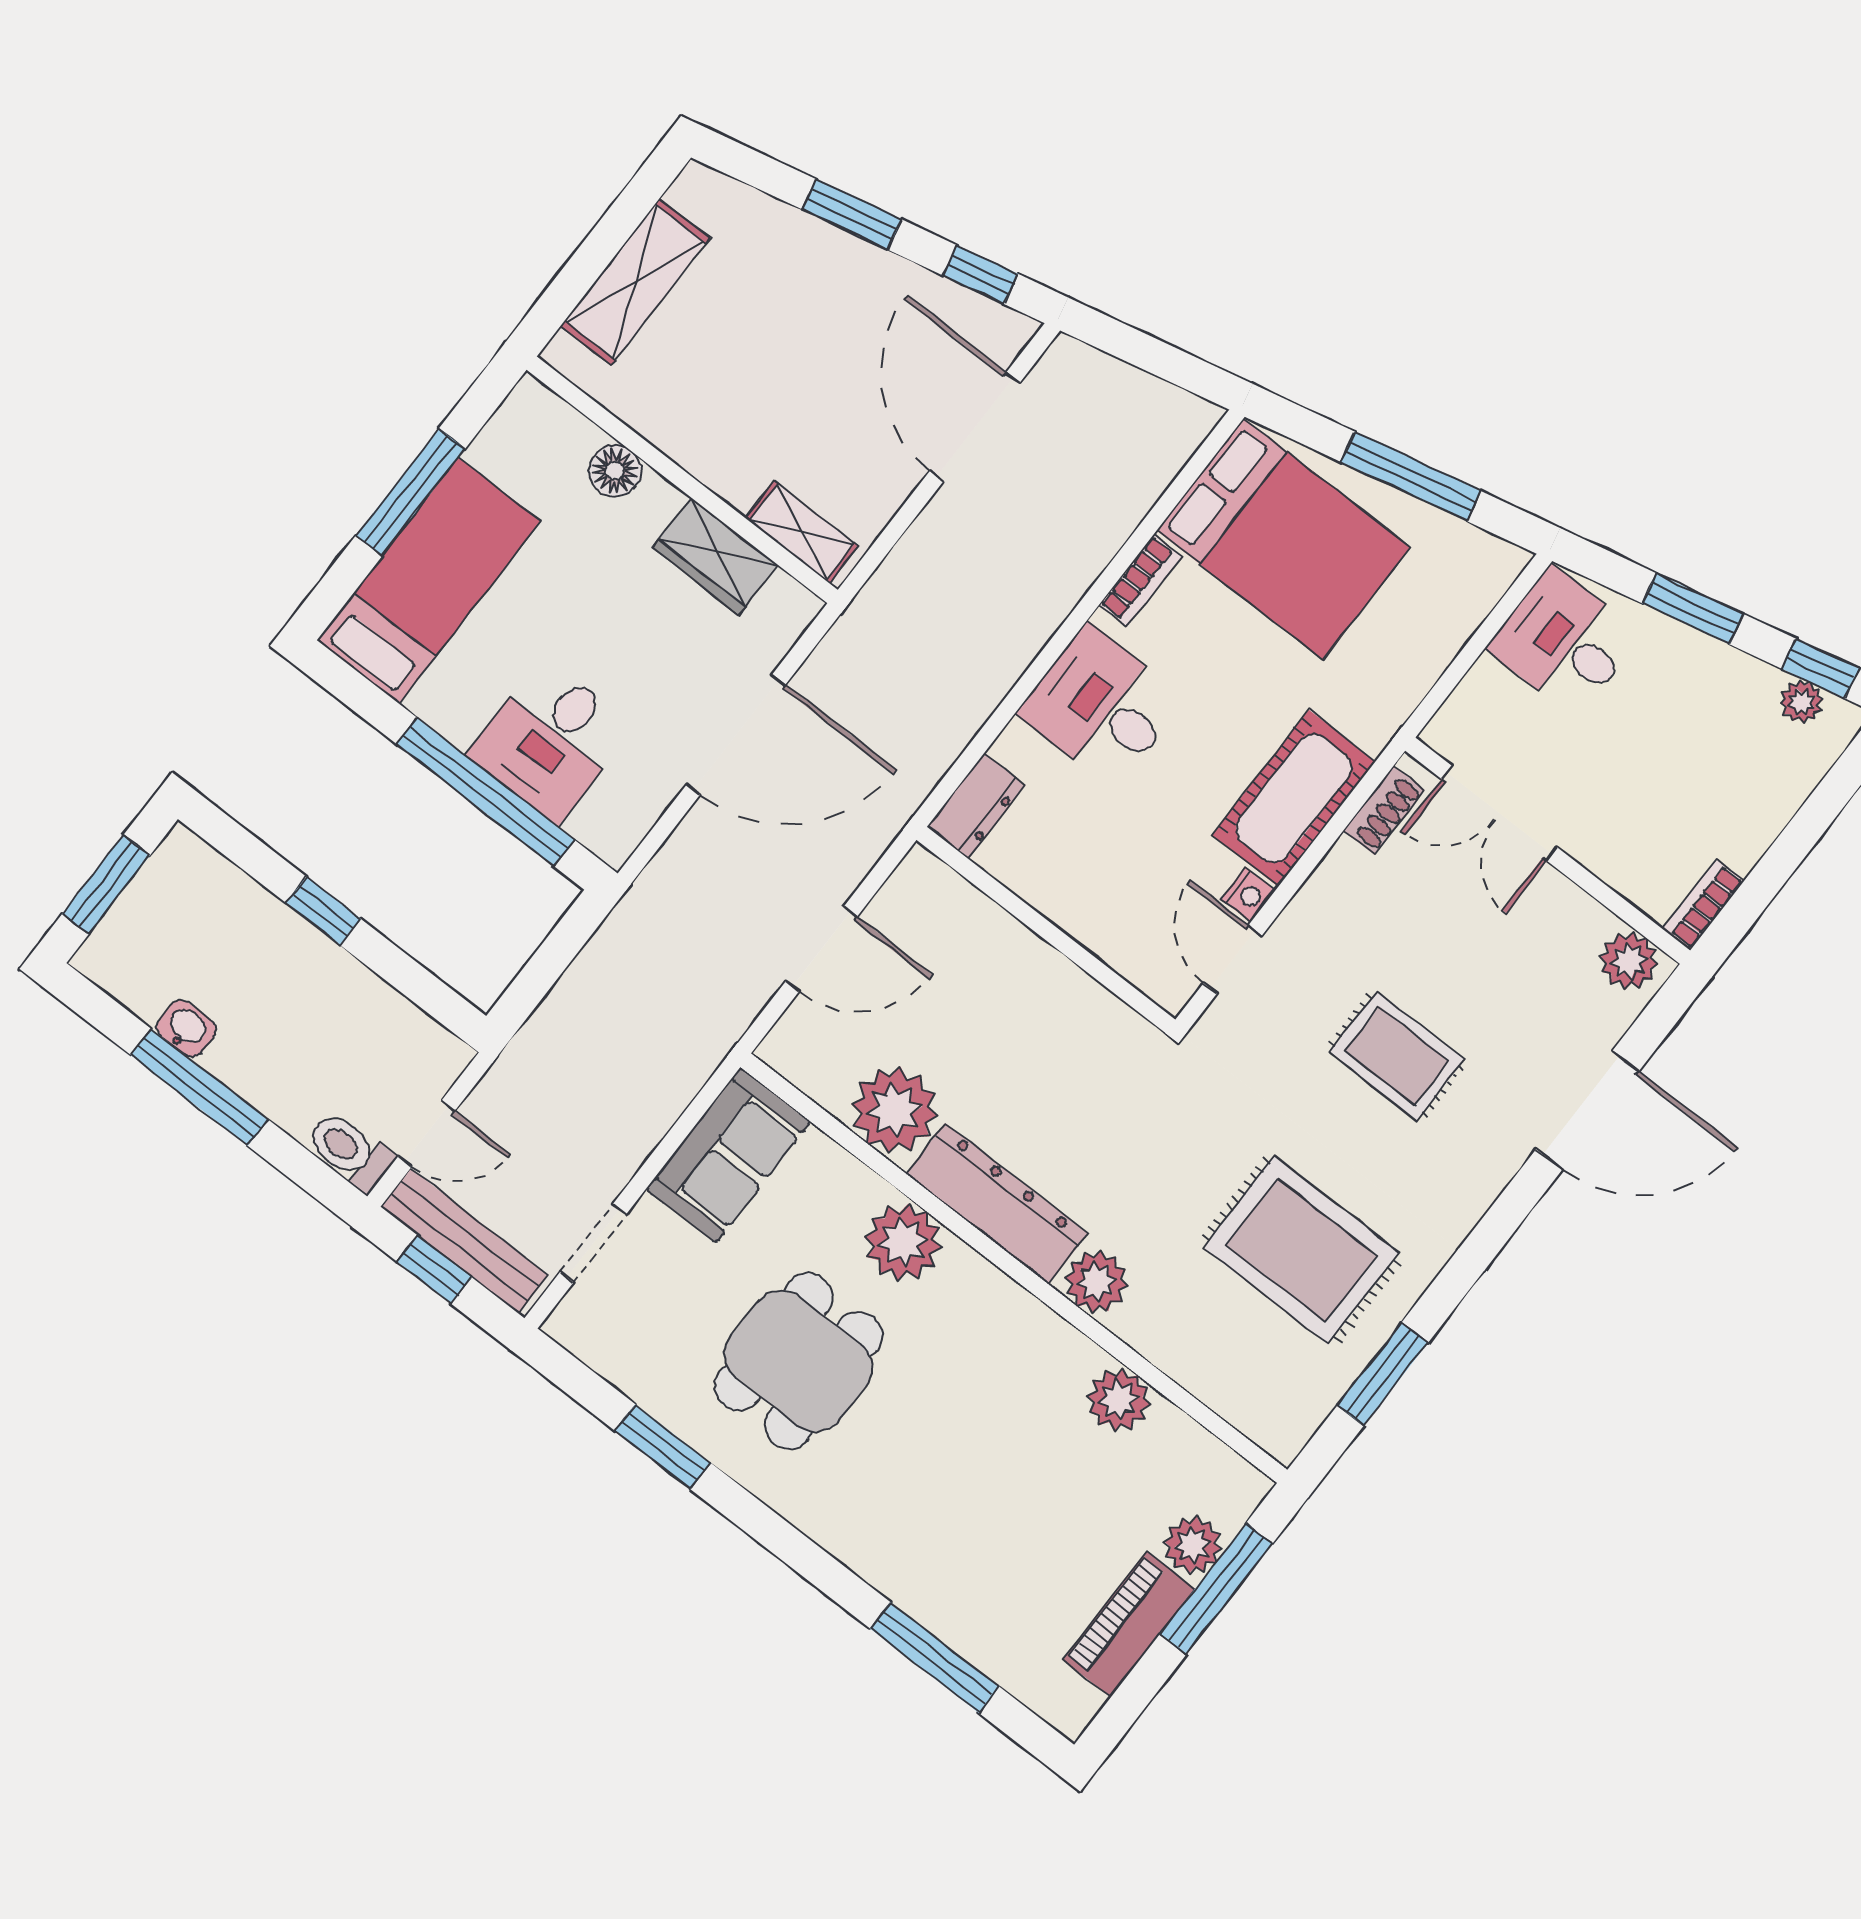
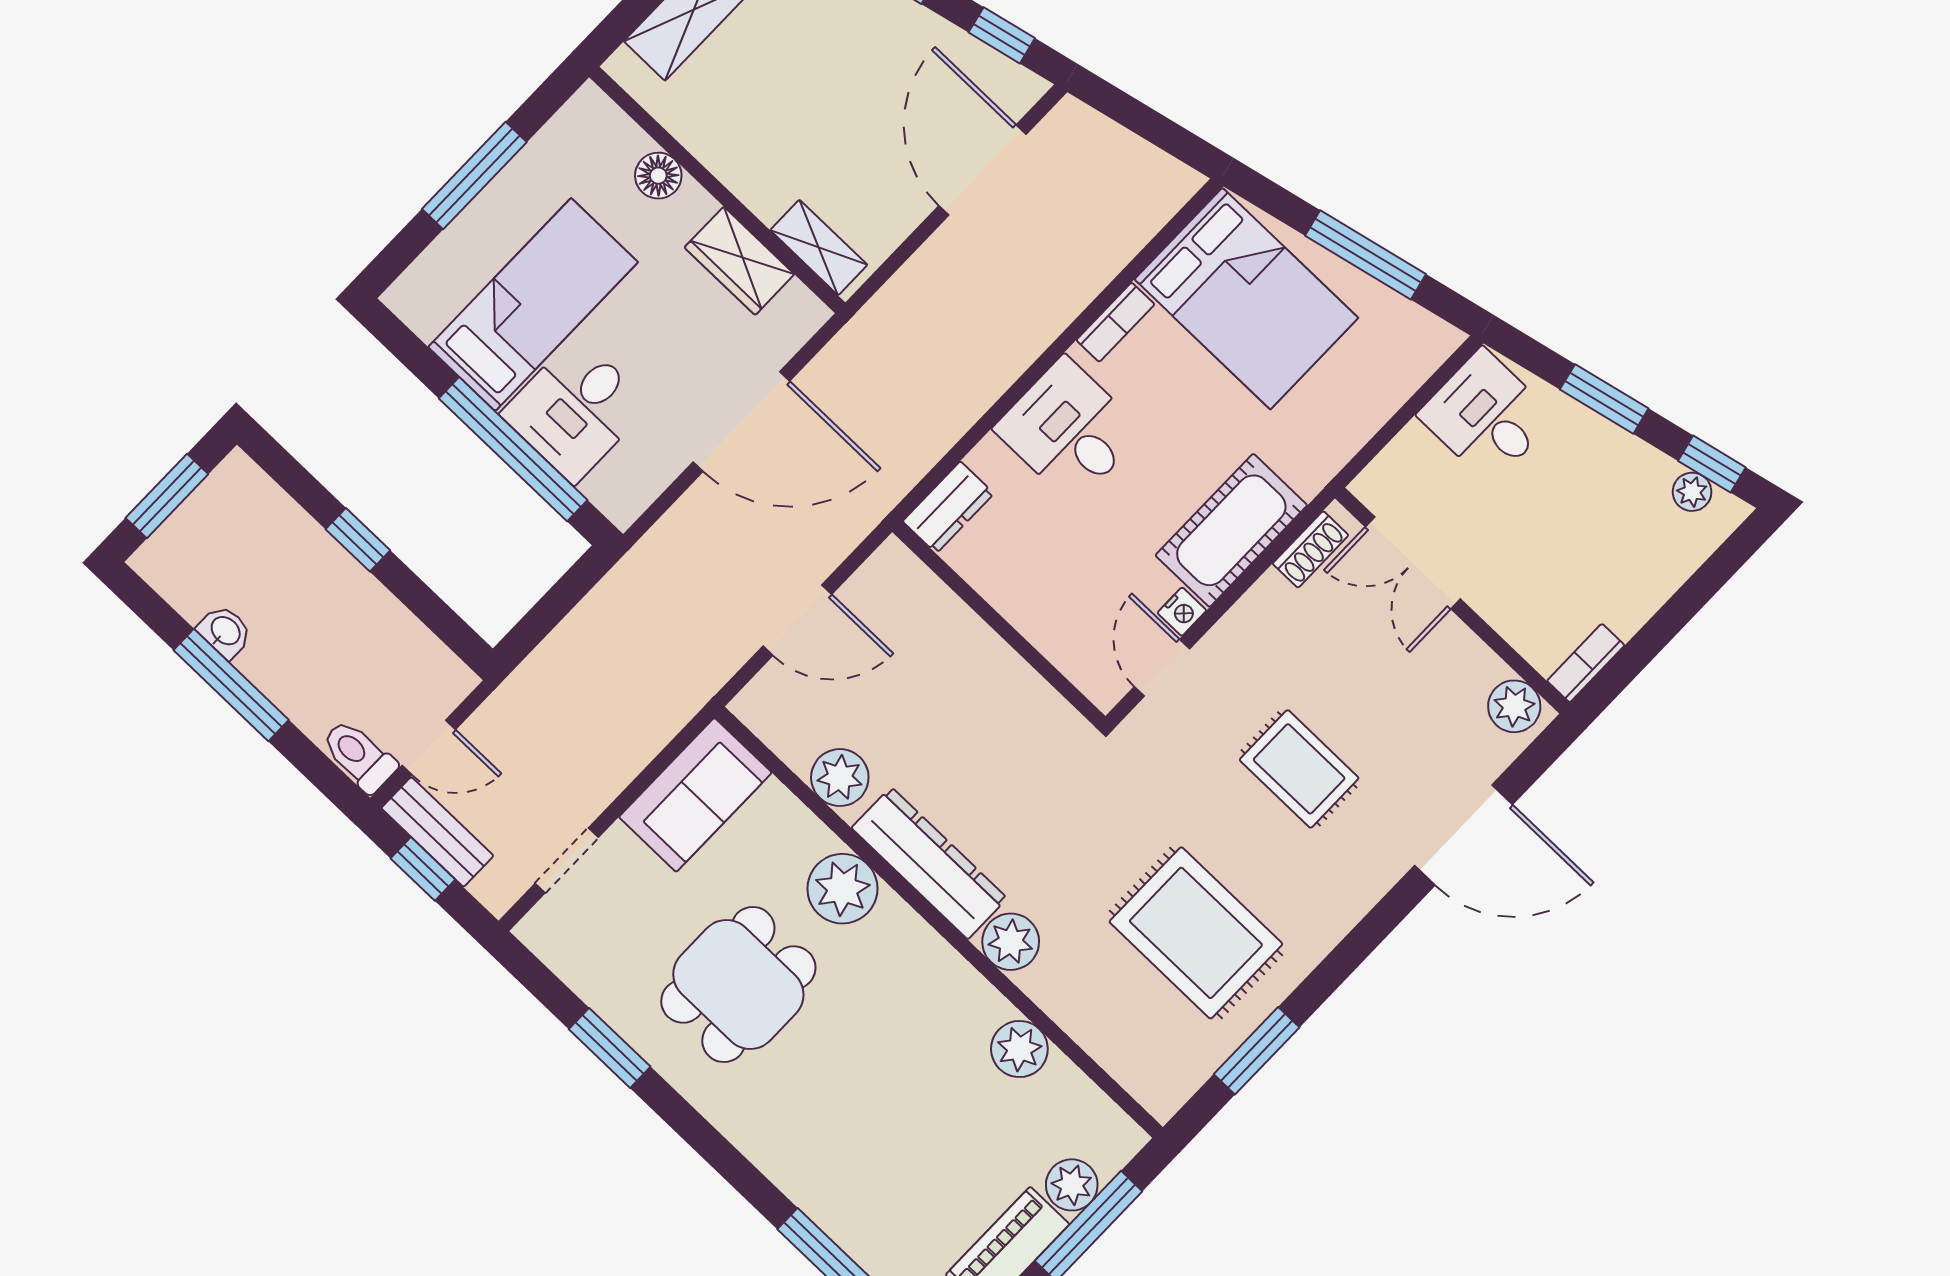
bed: (429, 581) -> (533, 305), moved
plant: (894, 1110) -> (840, 778), width x0.73, depth x0.73
bench: (464, 1241) -> (437, 832), width x0.73

